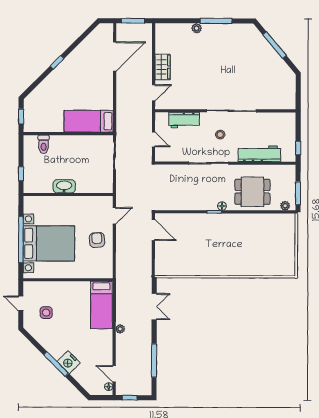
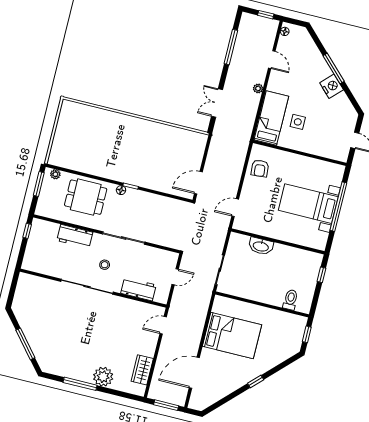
plant: (197, 28) -> (103, 377), width x1.87, depth x1.87
wardrobe: (163, 67) -> (142, 370), moved
bed: (89, 121) -> (232, 336), moved, width x1.50
door: (153, 139) -> (175, 277), swing flipped
workbench: (259, 154) -> (75, 236), width x0.73
washbasin: (64, 186) -> (261, 246), moved
door: (153, 230) -> (198, 183), hinge flipped
armchair: (97, 240) -> (260, 168), moved
bed with nightstands: (49, 243) -> (308, 204), width x0.73
side table: (46, 313) -> (298, 122), moved
nightstand: (69, 362) -> (332, 86), moved
door: (114, 374) -> (272, 60), moved

